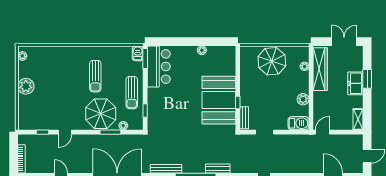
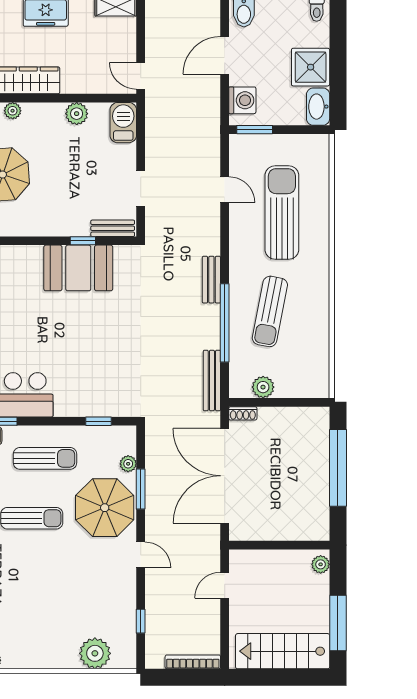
plant: (26, 86) -> (95, 653), moved
sun lounger: (132, 93) -> (45, 458), moved
booth: (219, 100) -> (78, 268), width x0.73, depth x0.70
door: (65, 132) -> (141, 555), moved

